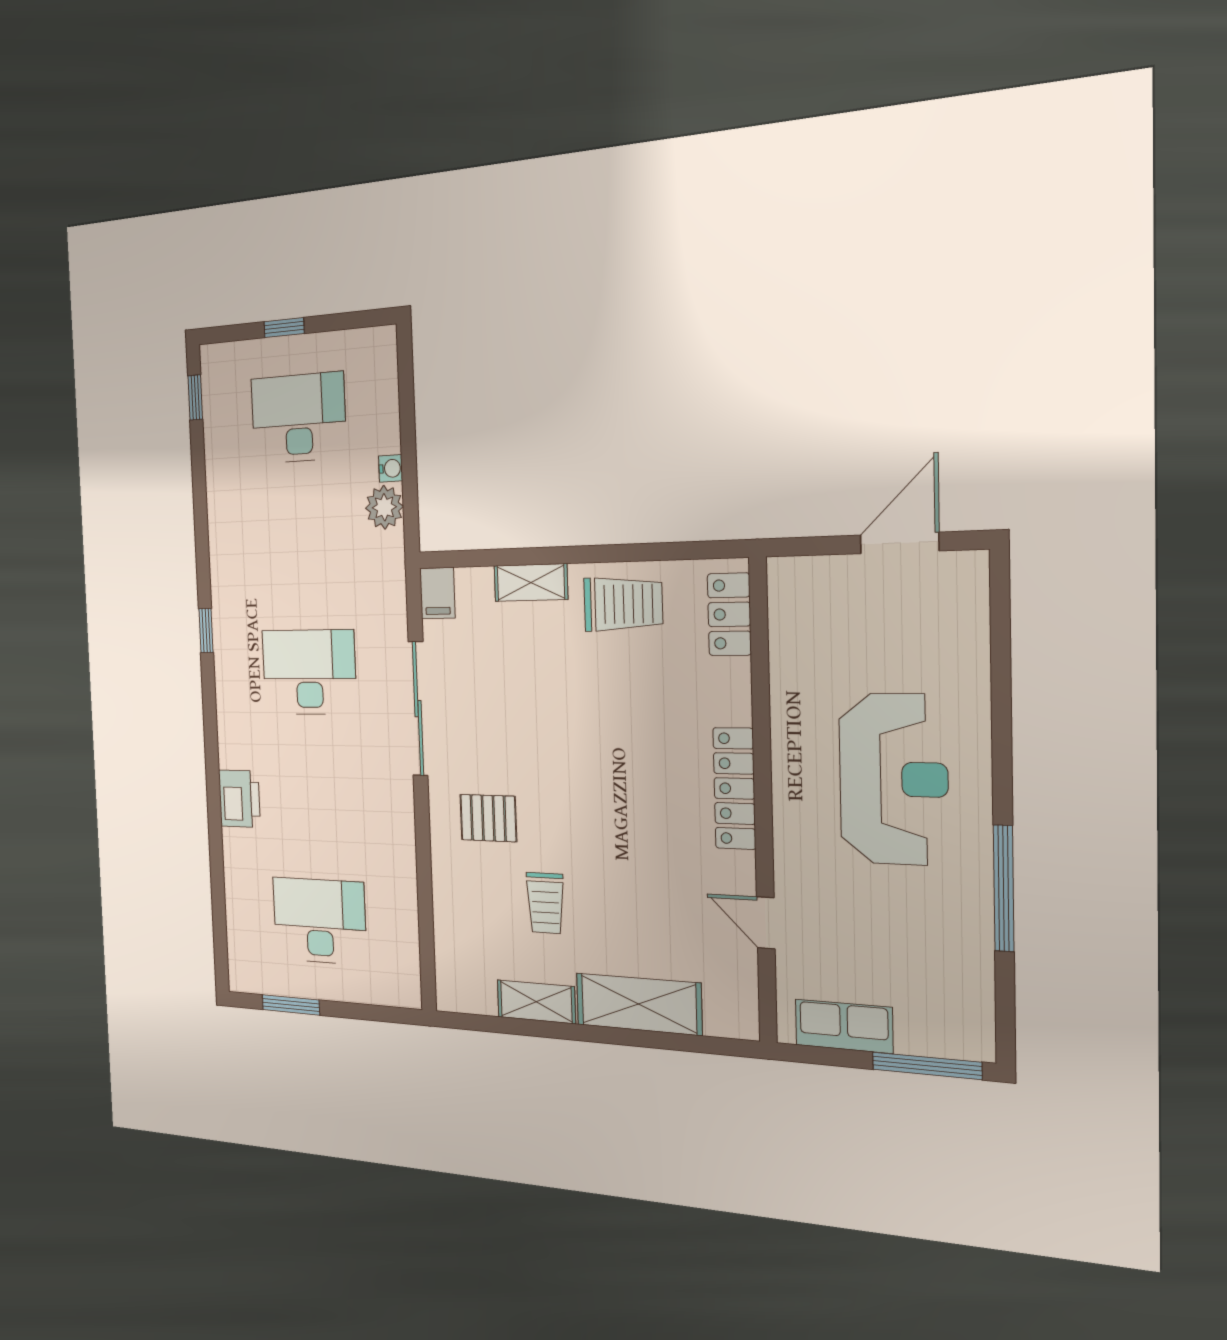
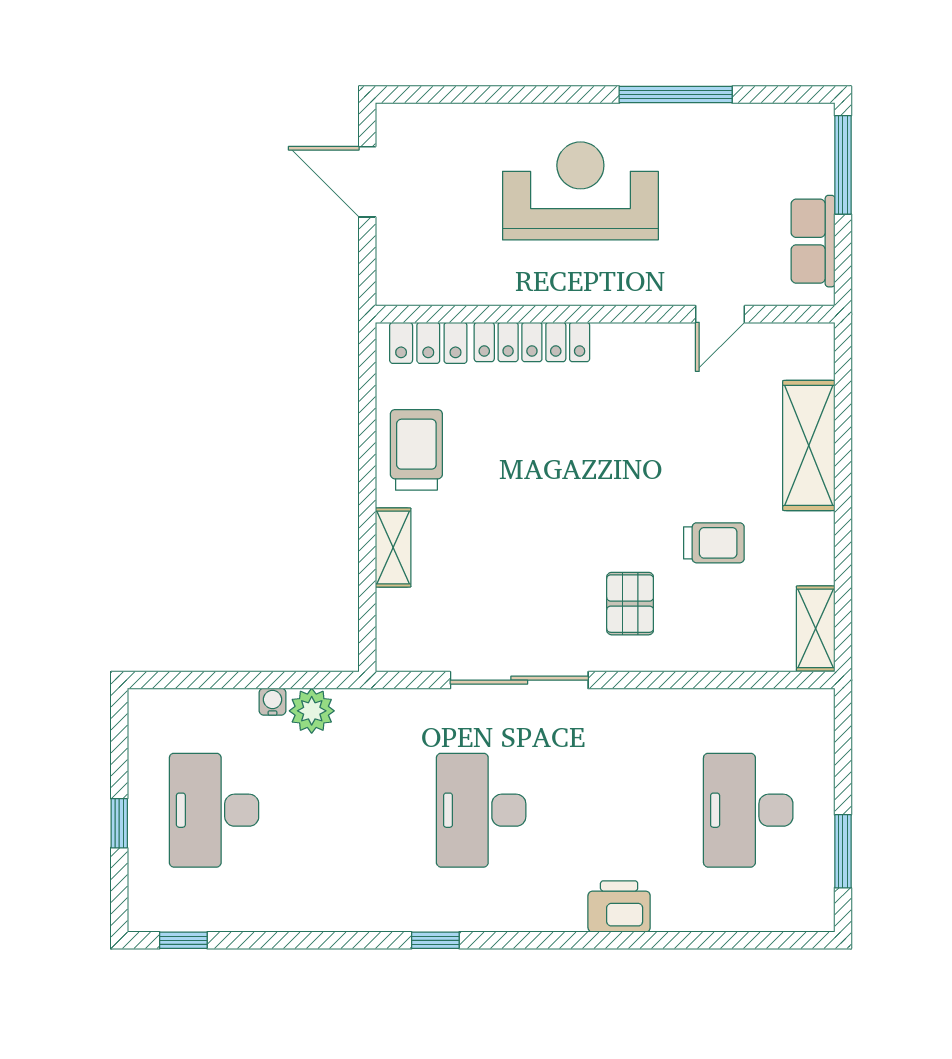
filing cabinet: (437, 593) -> (401, 653), removed
locker: (734, 788) -> (532, 342), moved
shelving: (536, 1002) -> (816, 628), moved

